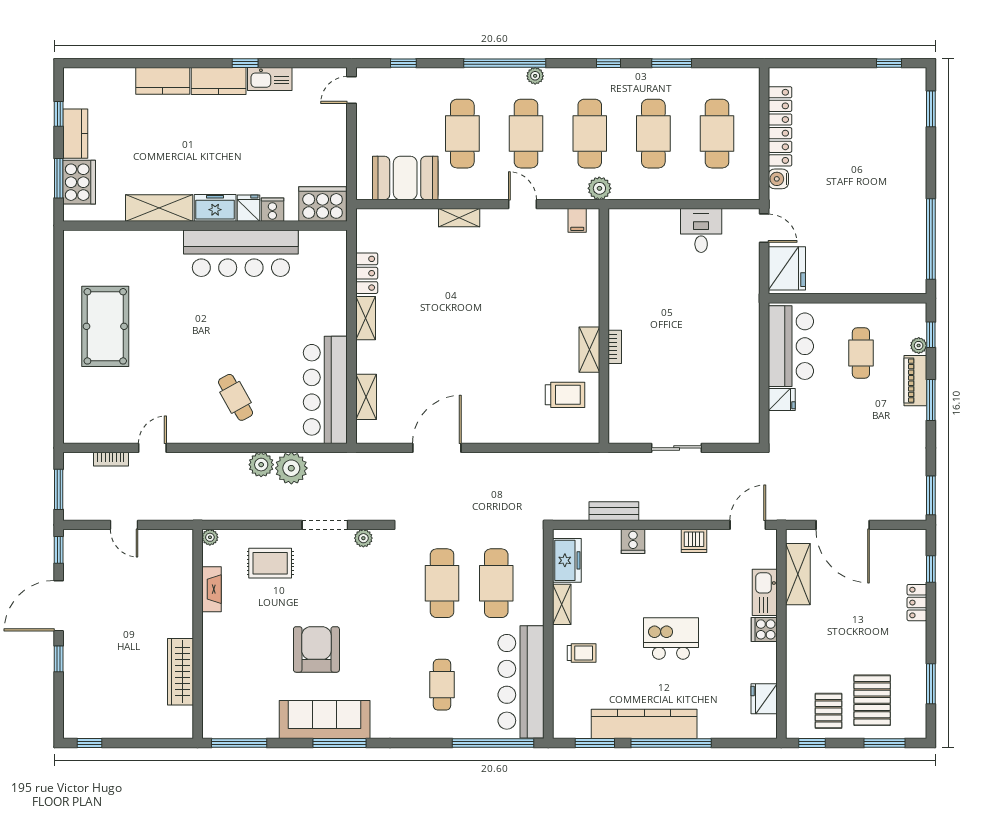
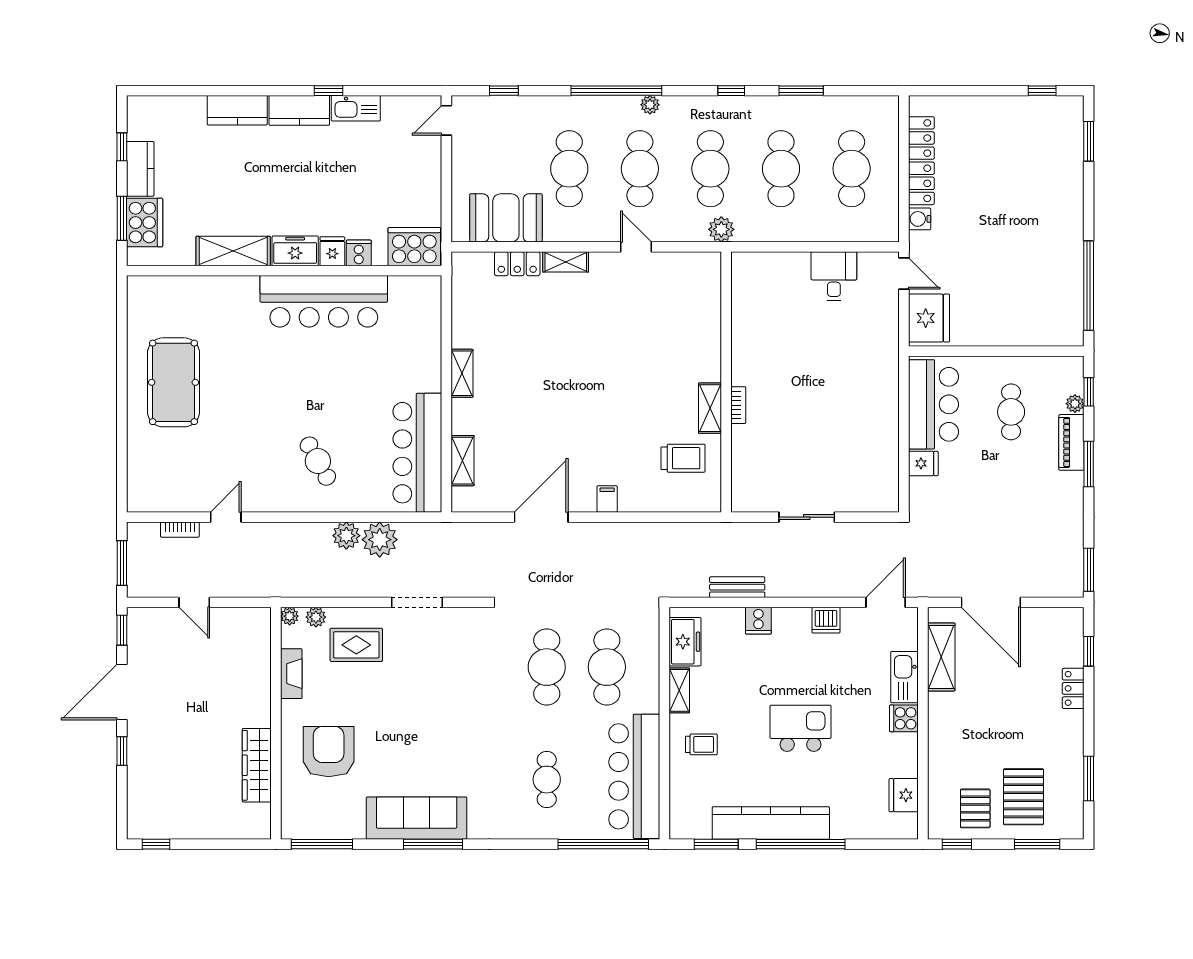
filing cabinet: (577, 220) -> (607, 499), moved, turned 180
locker: (367, 273) -> (517, 264), moved, turned 90
plant: (363, 538) -> (316, 617), moved
armchair: (316, 649) -> (329, 752), moved

